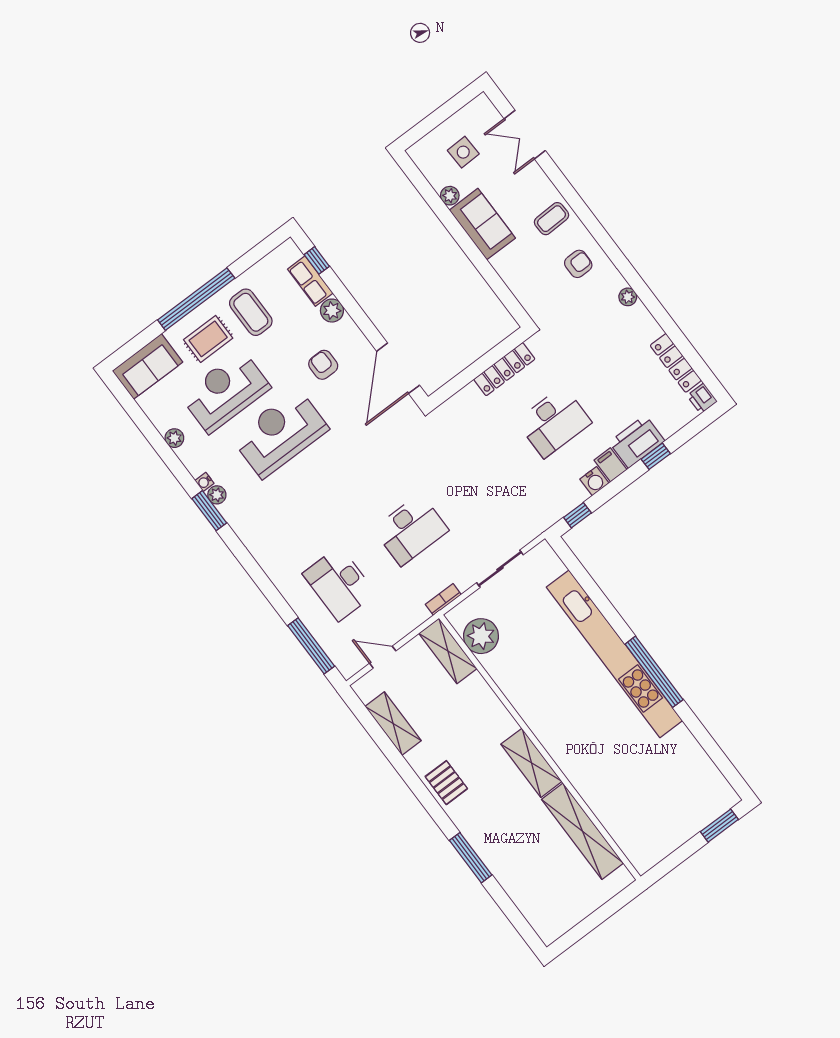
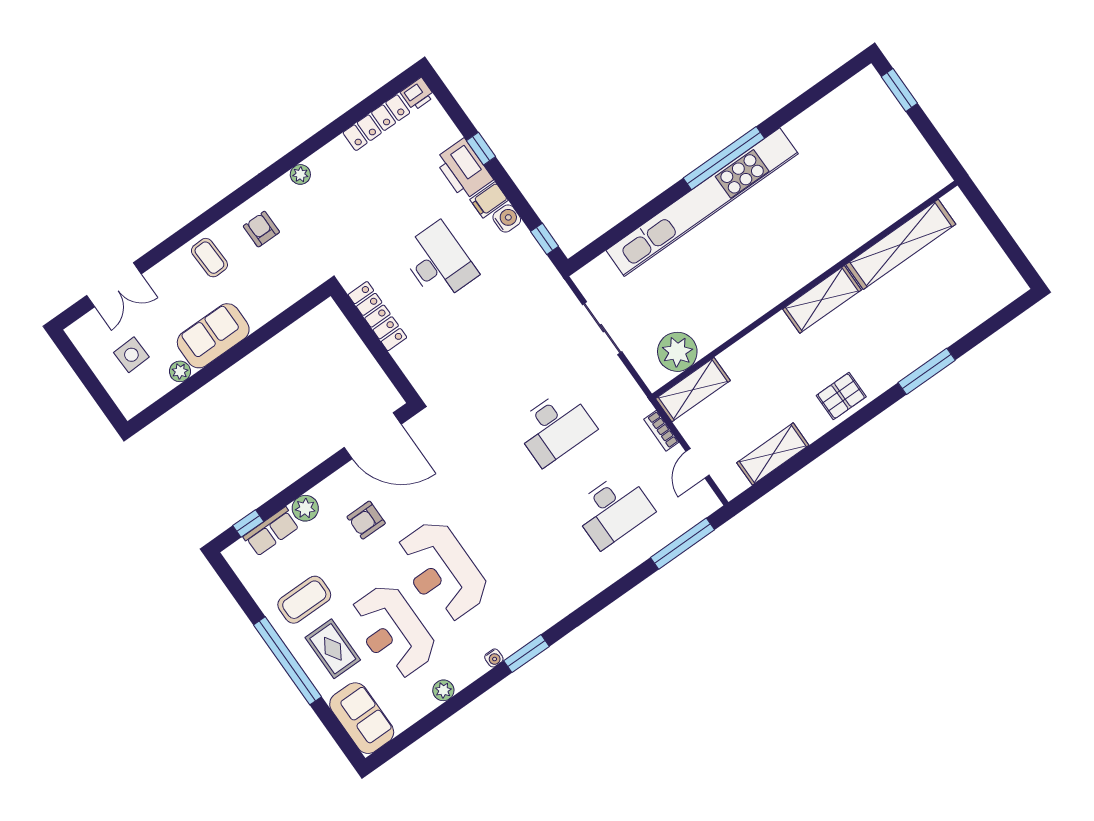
plant: (217, 495) -> (509, 644), removed
desk: (411, 530) -> (555, 427), turned 90
bookcase: (443, 599) -> (661, 431), moved

